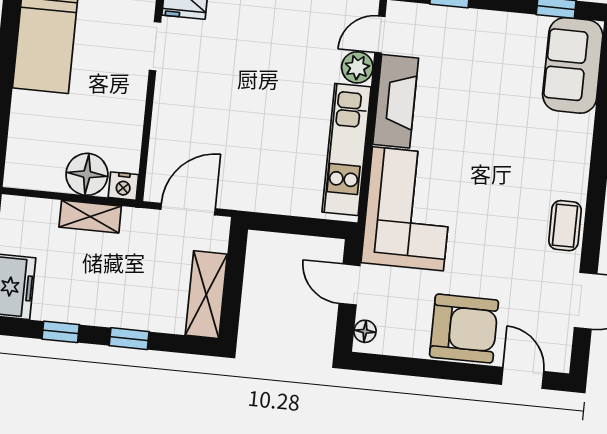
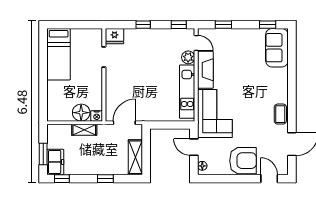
door: (380, 34) -> (196, 43), swing flipped
window: (61, 332) -> (62, 179), moved

